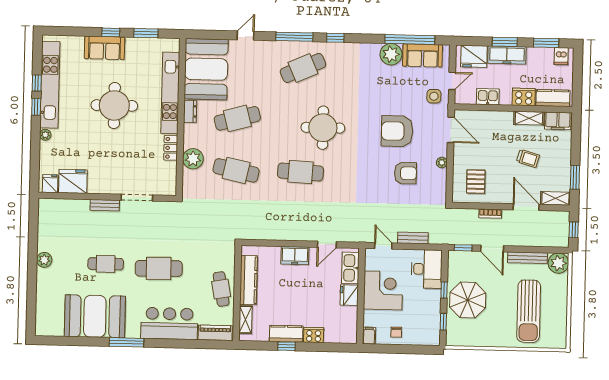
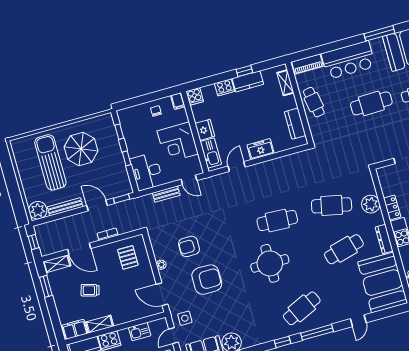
dresser: (190, 111) -> (384, 239), width x1.44
kitchen counter: (248, 280) -> (295, 124), width x0.67
parasol: (468, 300) -> (81, 149), moved
cooker: (349, 335) -> (195, 96), added

